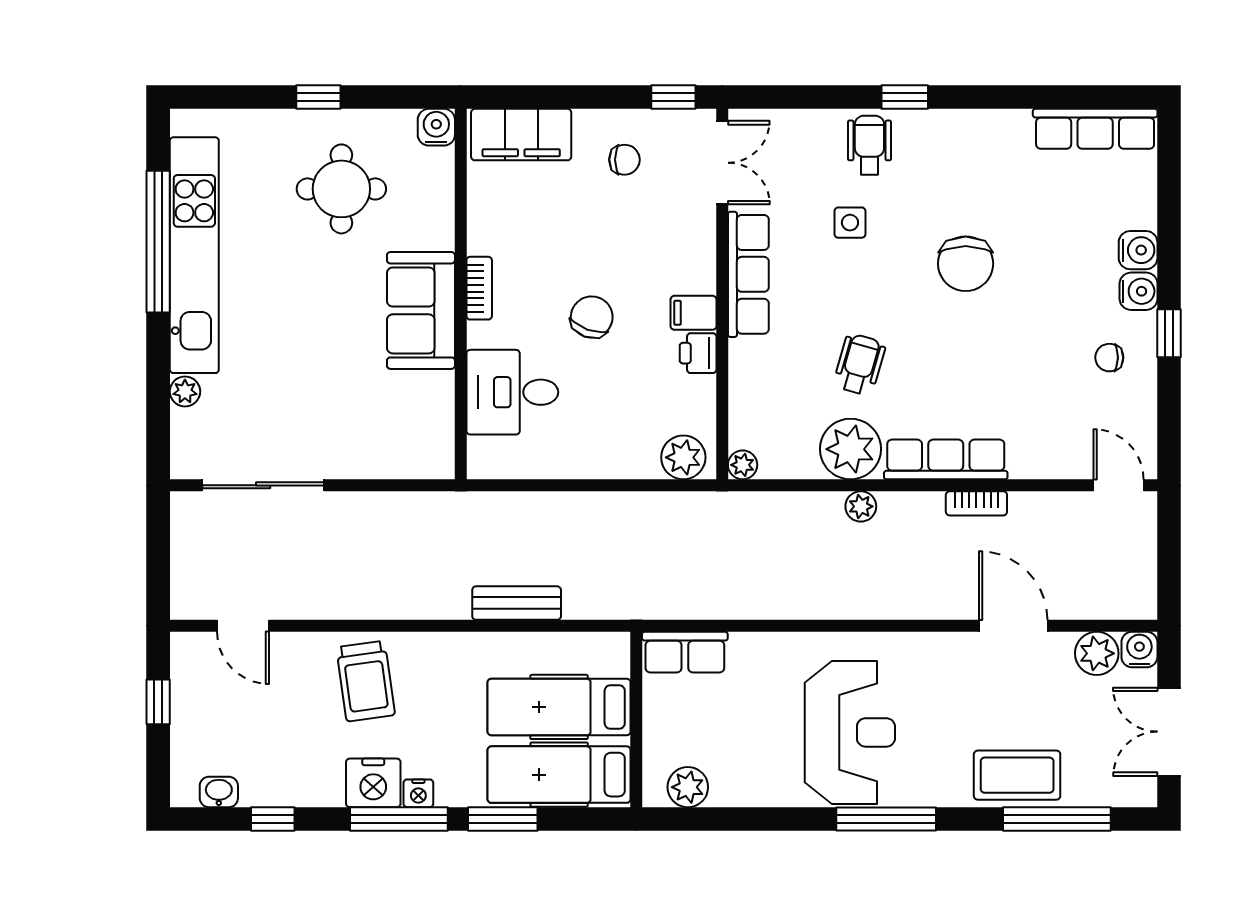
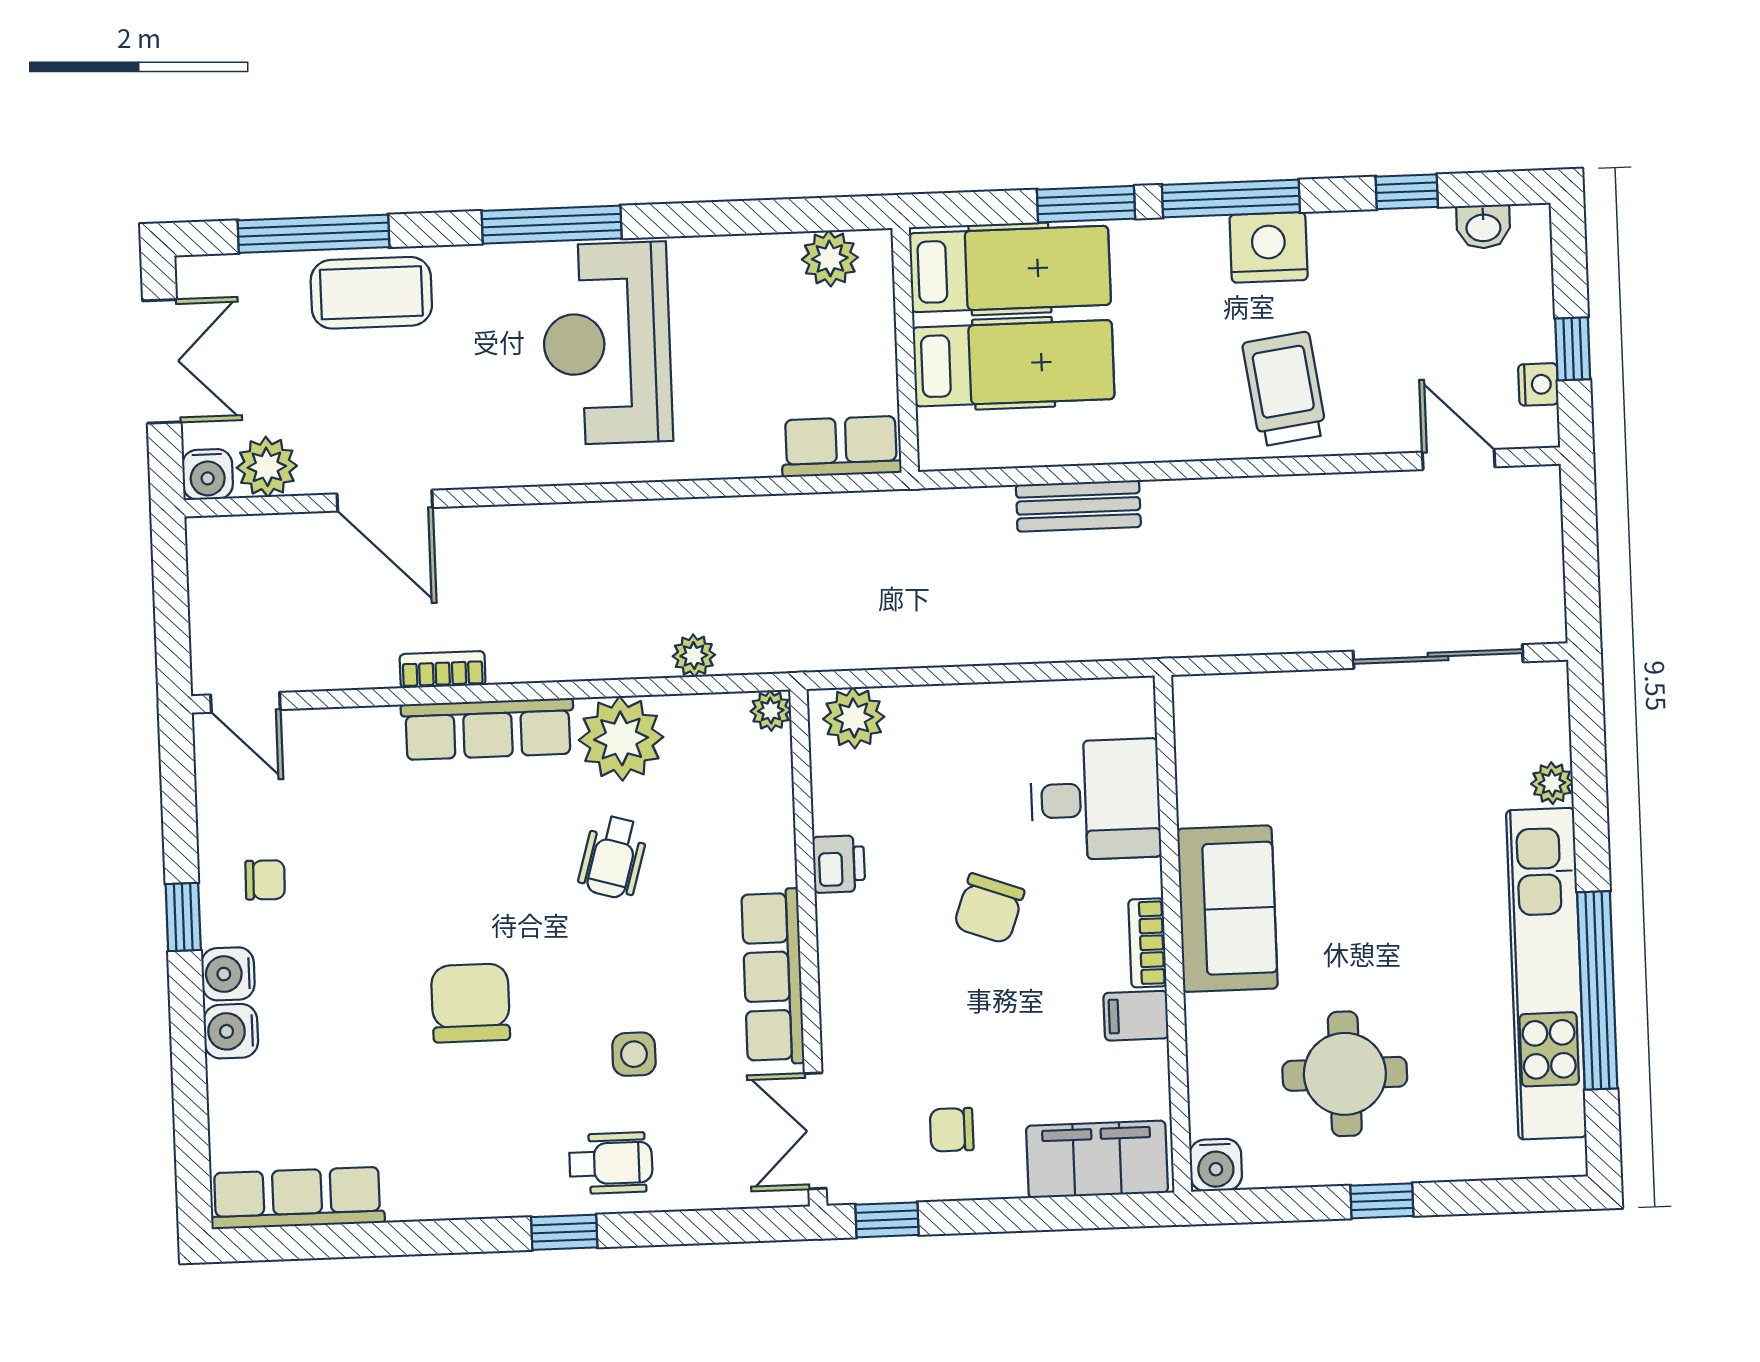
wheelchair: (869, 145) -> (611, 1163), turned -90
filing cabinet: (693, 313) -> (1136, 1016), moved, turned 180
plant: (861, 506) -> (694, 656), moved
nightstand: (418, 793) -> (1538, 384), moved, turned 90

